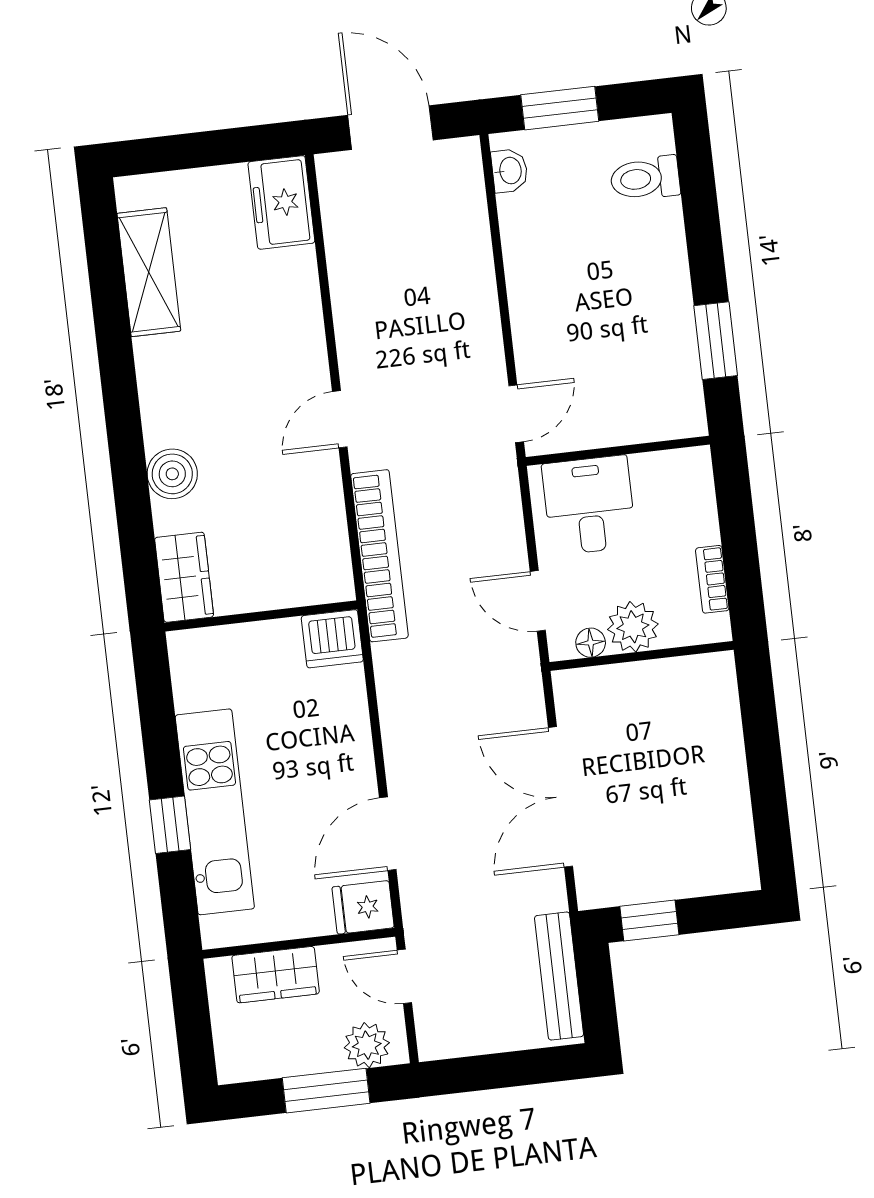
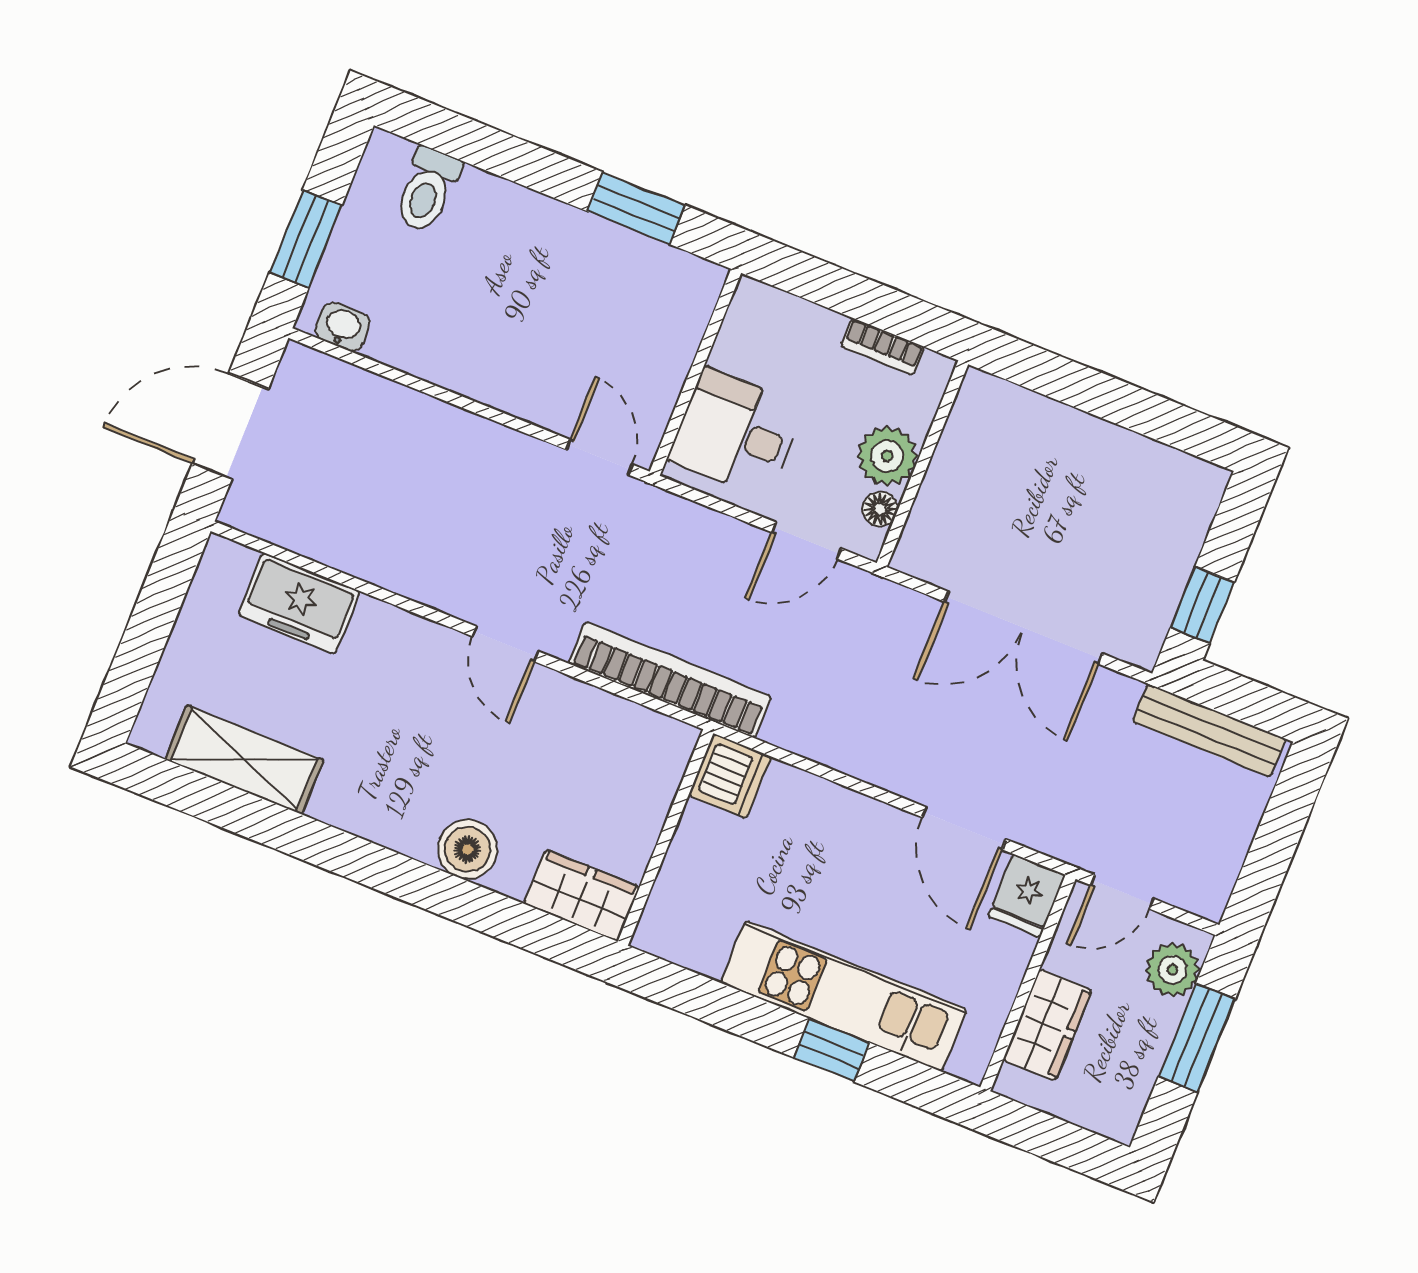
freezer: (281, 202) -> (299, 603), moved

